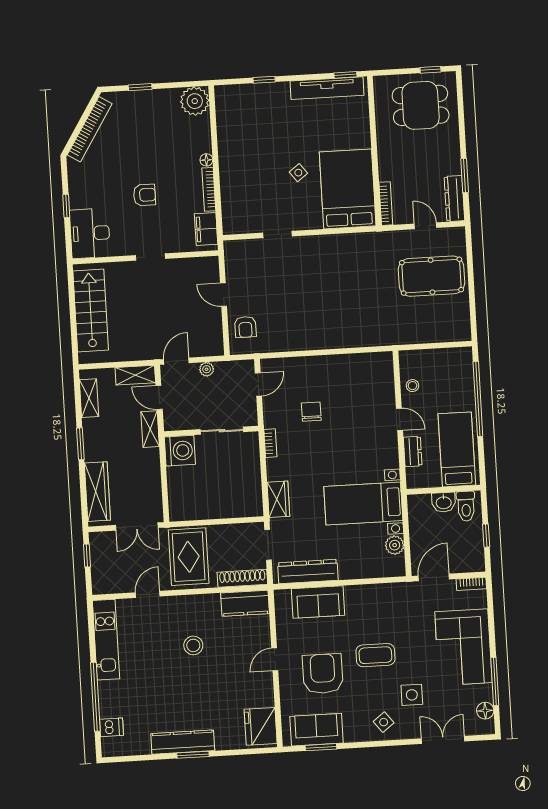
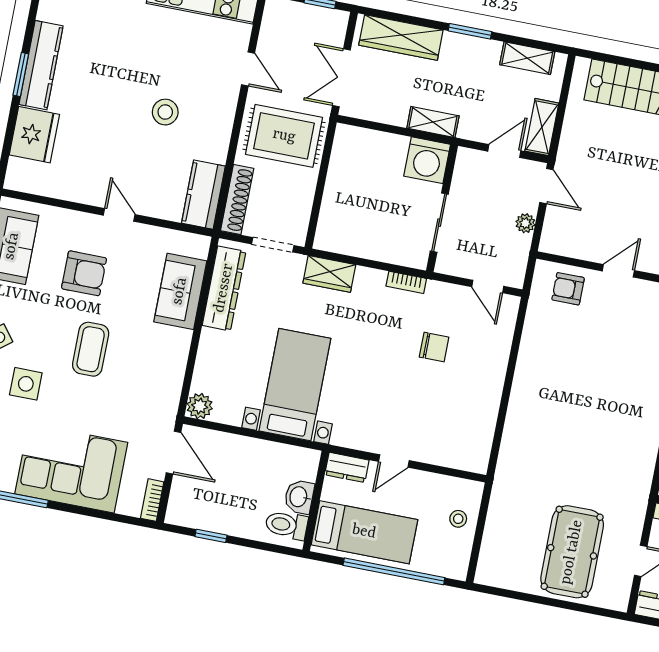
stool: (412, 386) -> (458, 519), moved
shelving: (150, 429) -> (433, 122), moved
bed: (457, 449) -> (364, 532), moved
wall: (444, 490) -> (316, 501), moved
washbasin: (444, 502) -> (299, 497), moved
toilet: (466, 506) -> (286, 525), moved
plant: (395, 545) -> (200, 406), moved
armchair: (323, 674) -> (84, 273), width x0.73, depth x0.73
fridge: (261, 726) -> (34, 135), moved, turned 90

